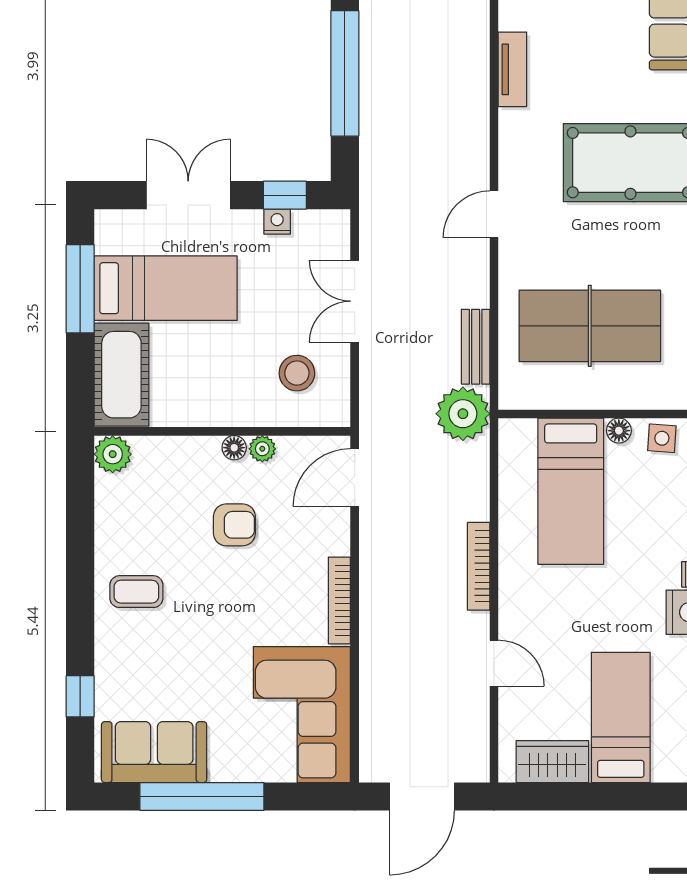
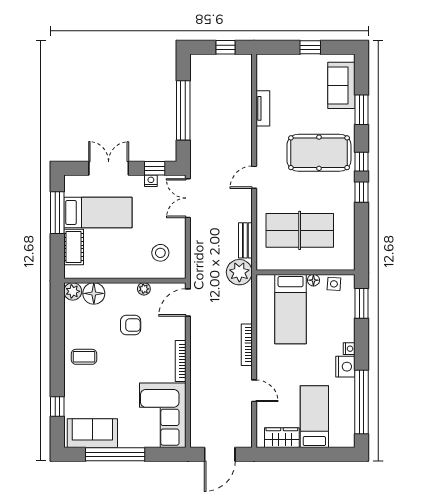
double door: (355, 301) -> (188, 198), moved
cot: (121, 375) -> (74, 247), width x0.73, depth x0.75
floor lamp: (234, 448) -> (94, 293), moved, width x1.89, depth x1.89

